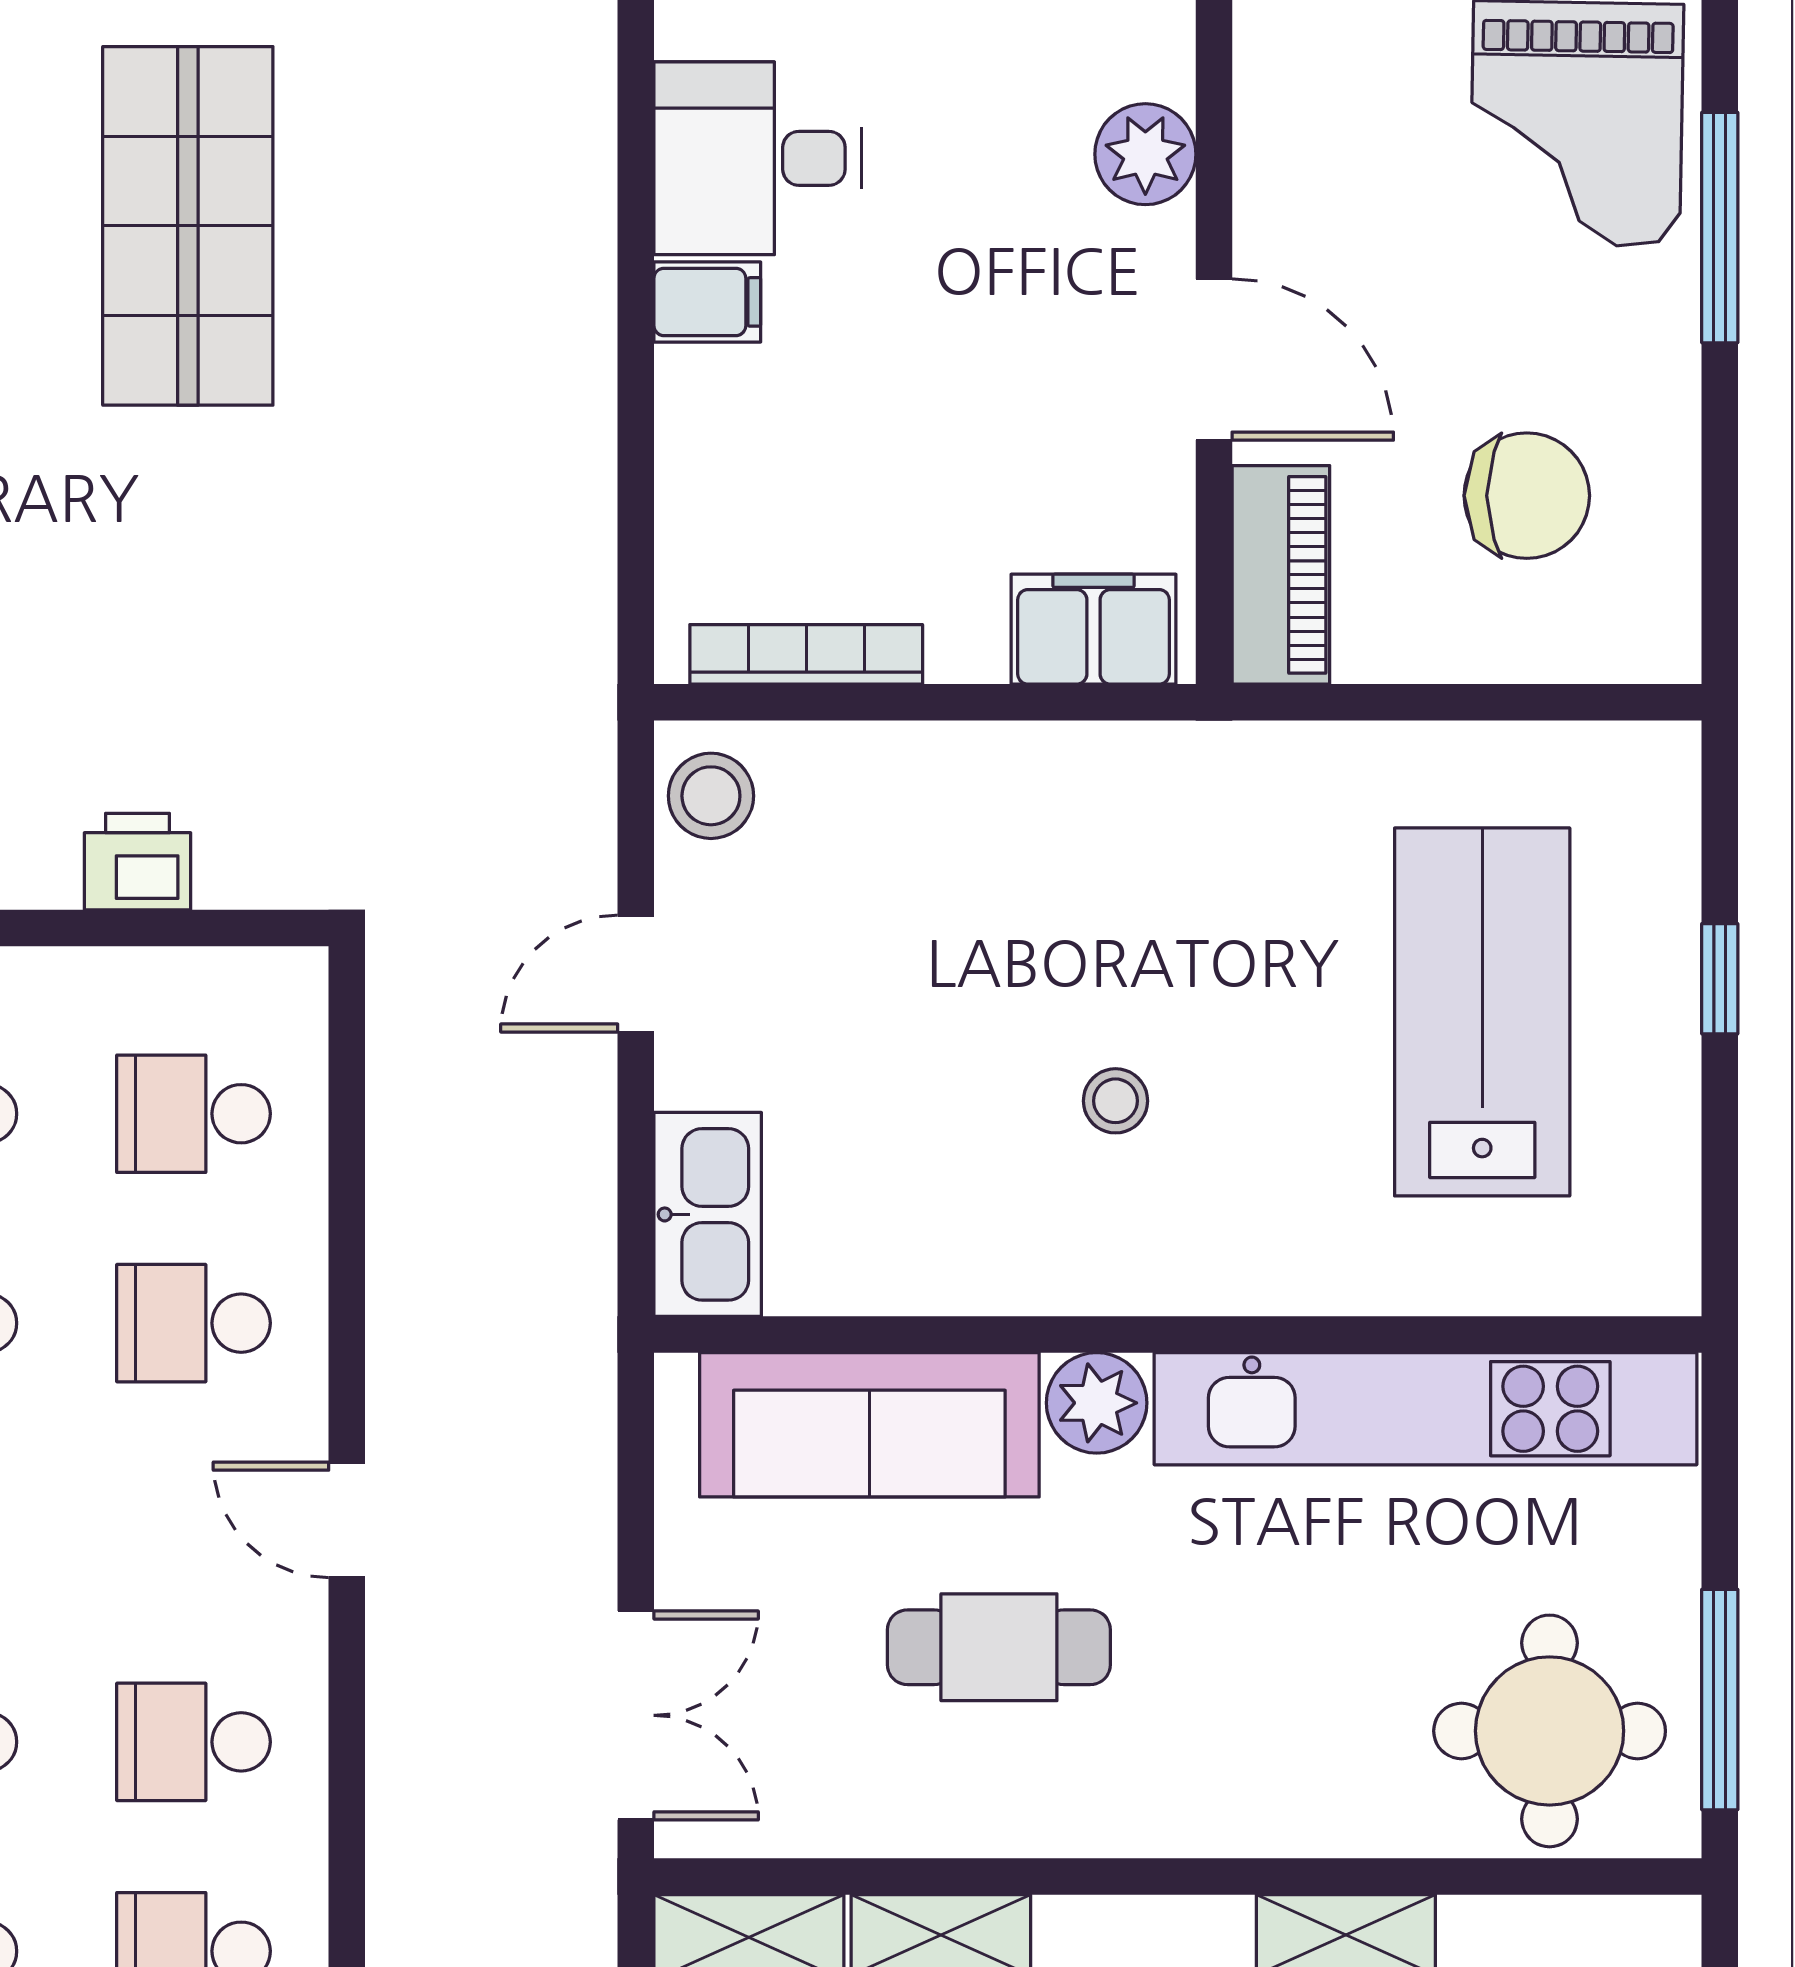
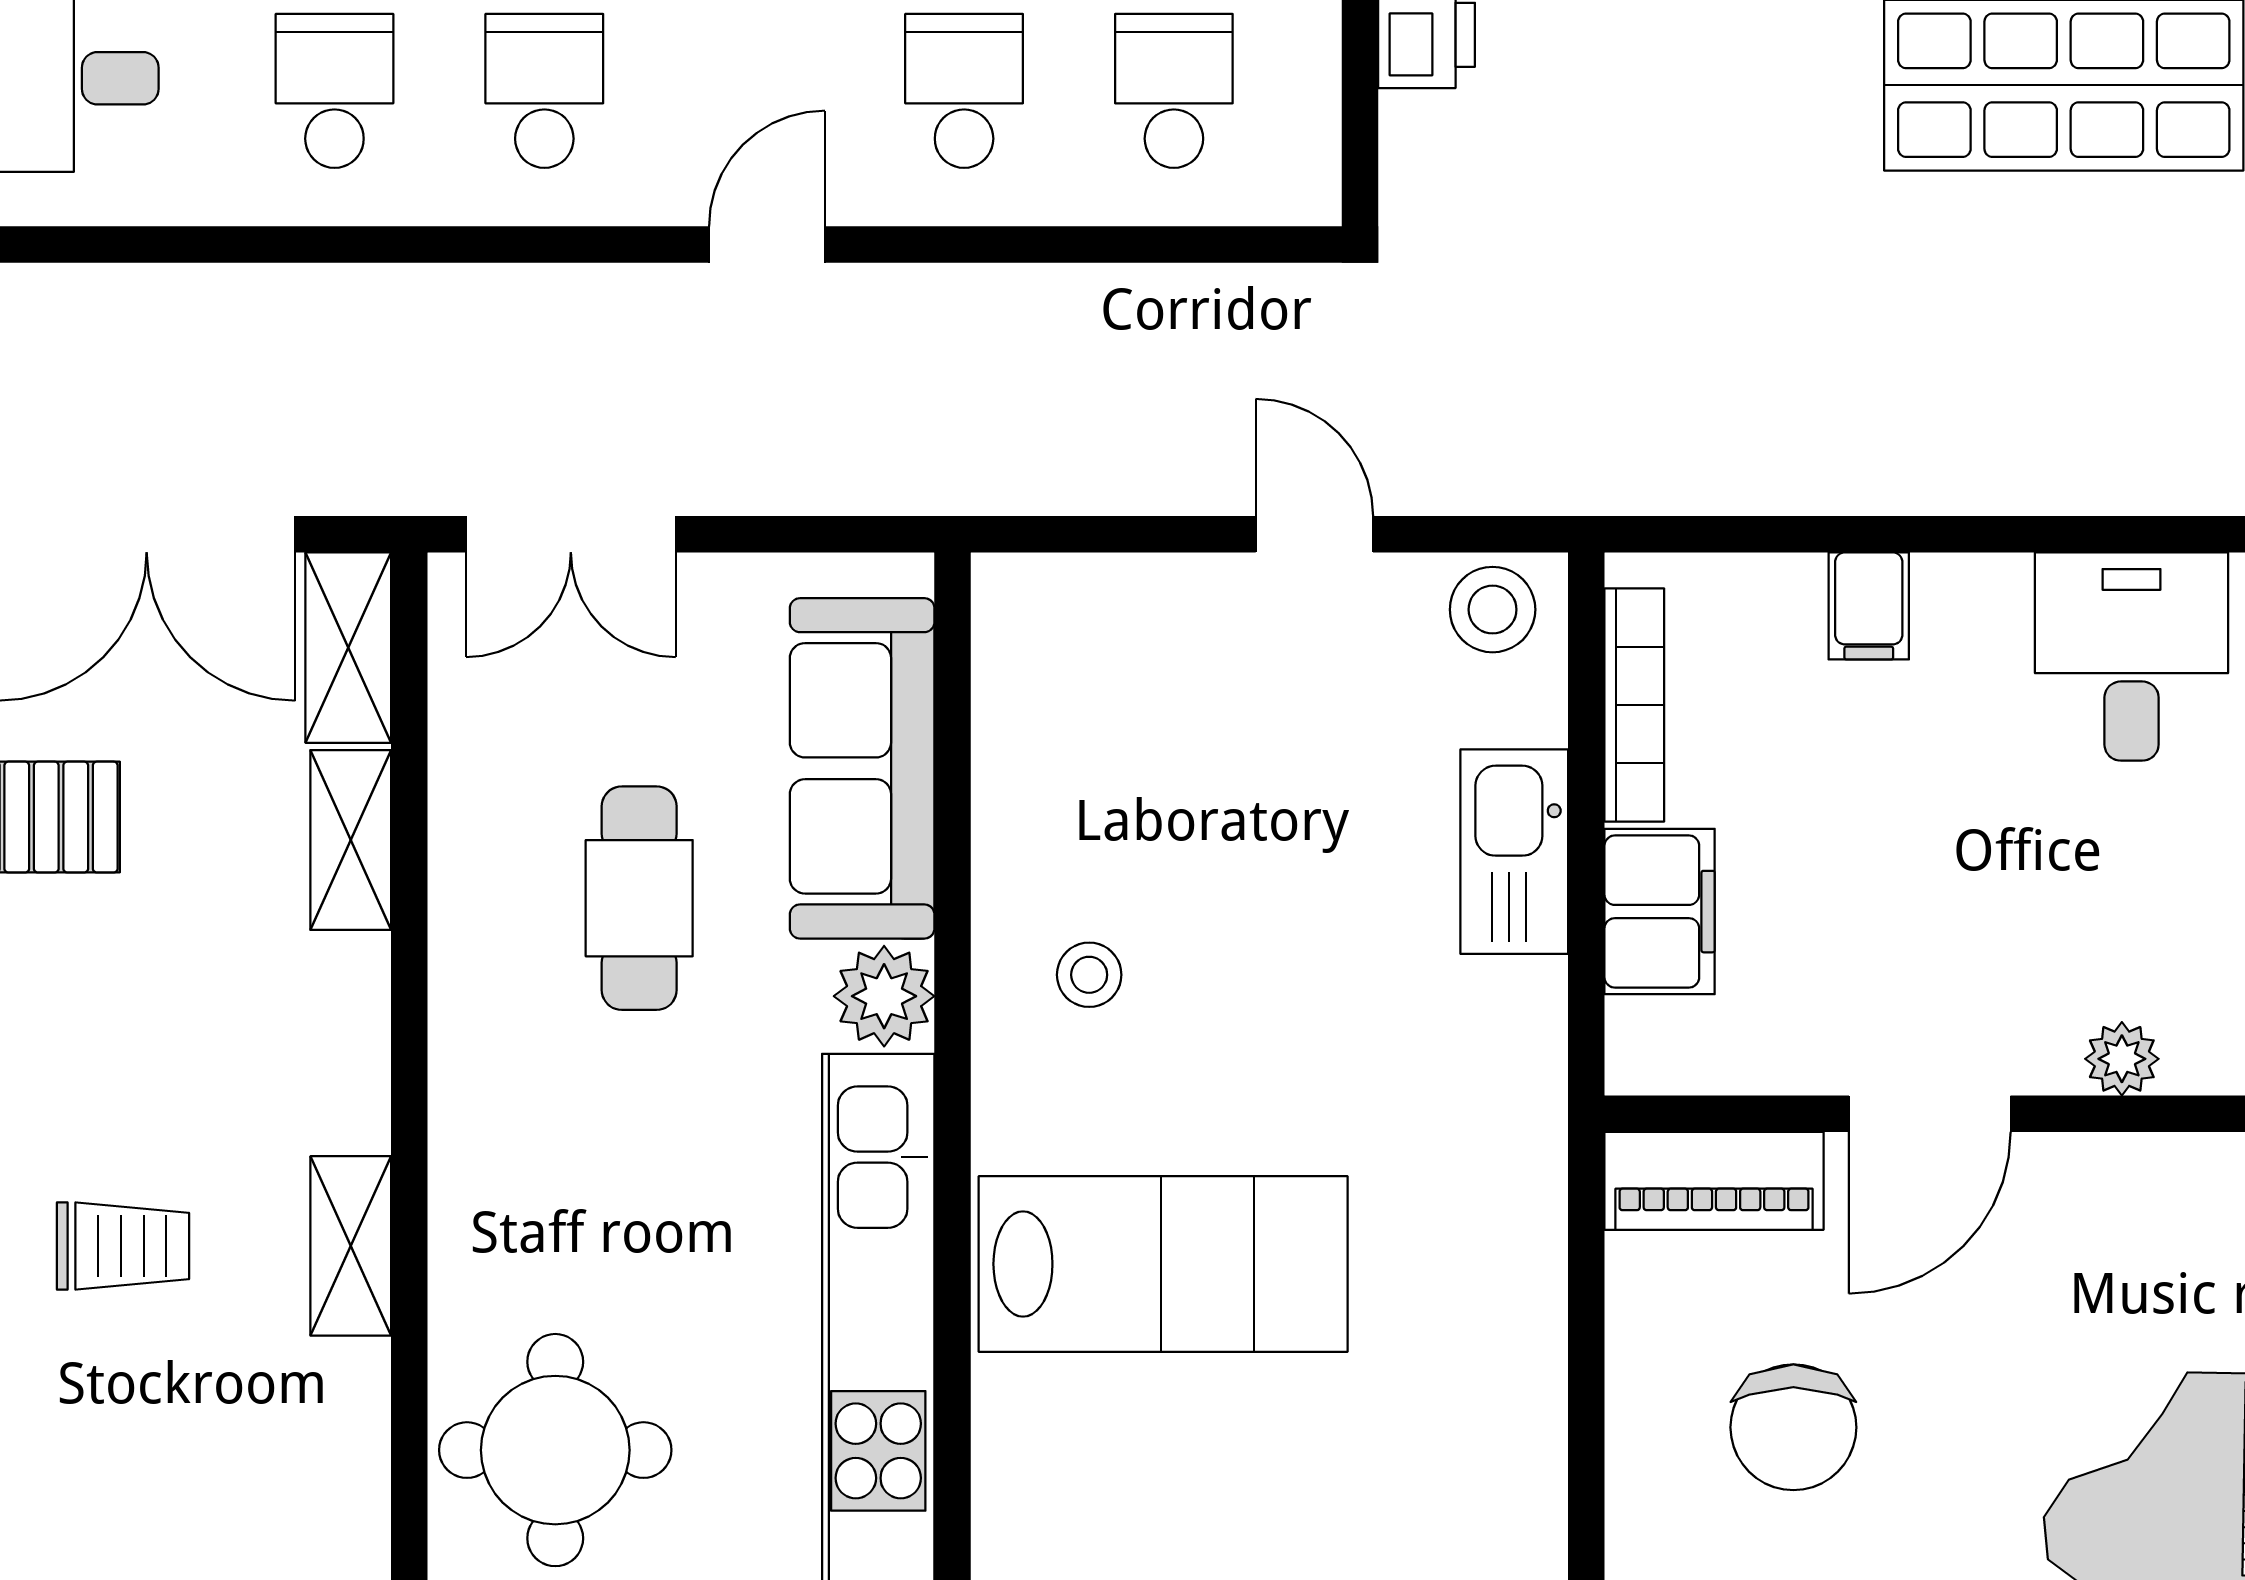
plant: (1145, 154) -> (2122, 1059), width x0.73, depth x0.73
filing cabinet: (707, 302) -> (1869, 606), moved
filing cabinet: (1093, 629) -> (1660, 912), moved
lab bench: (1482, 1012) -> (1163, 1264), moved
stool: (1115, 1101) -> (1089, 975), moved
kitchen sink: (708, 1214) -> (1514, 852), moved, turned 90

